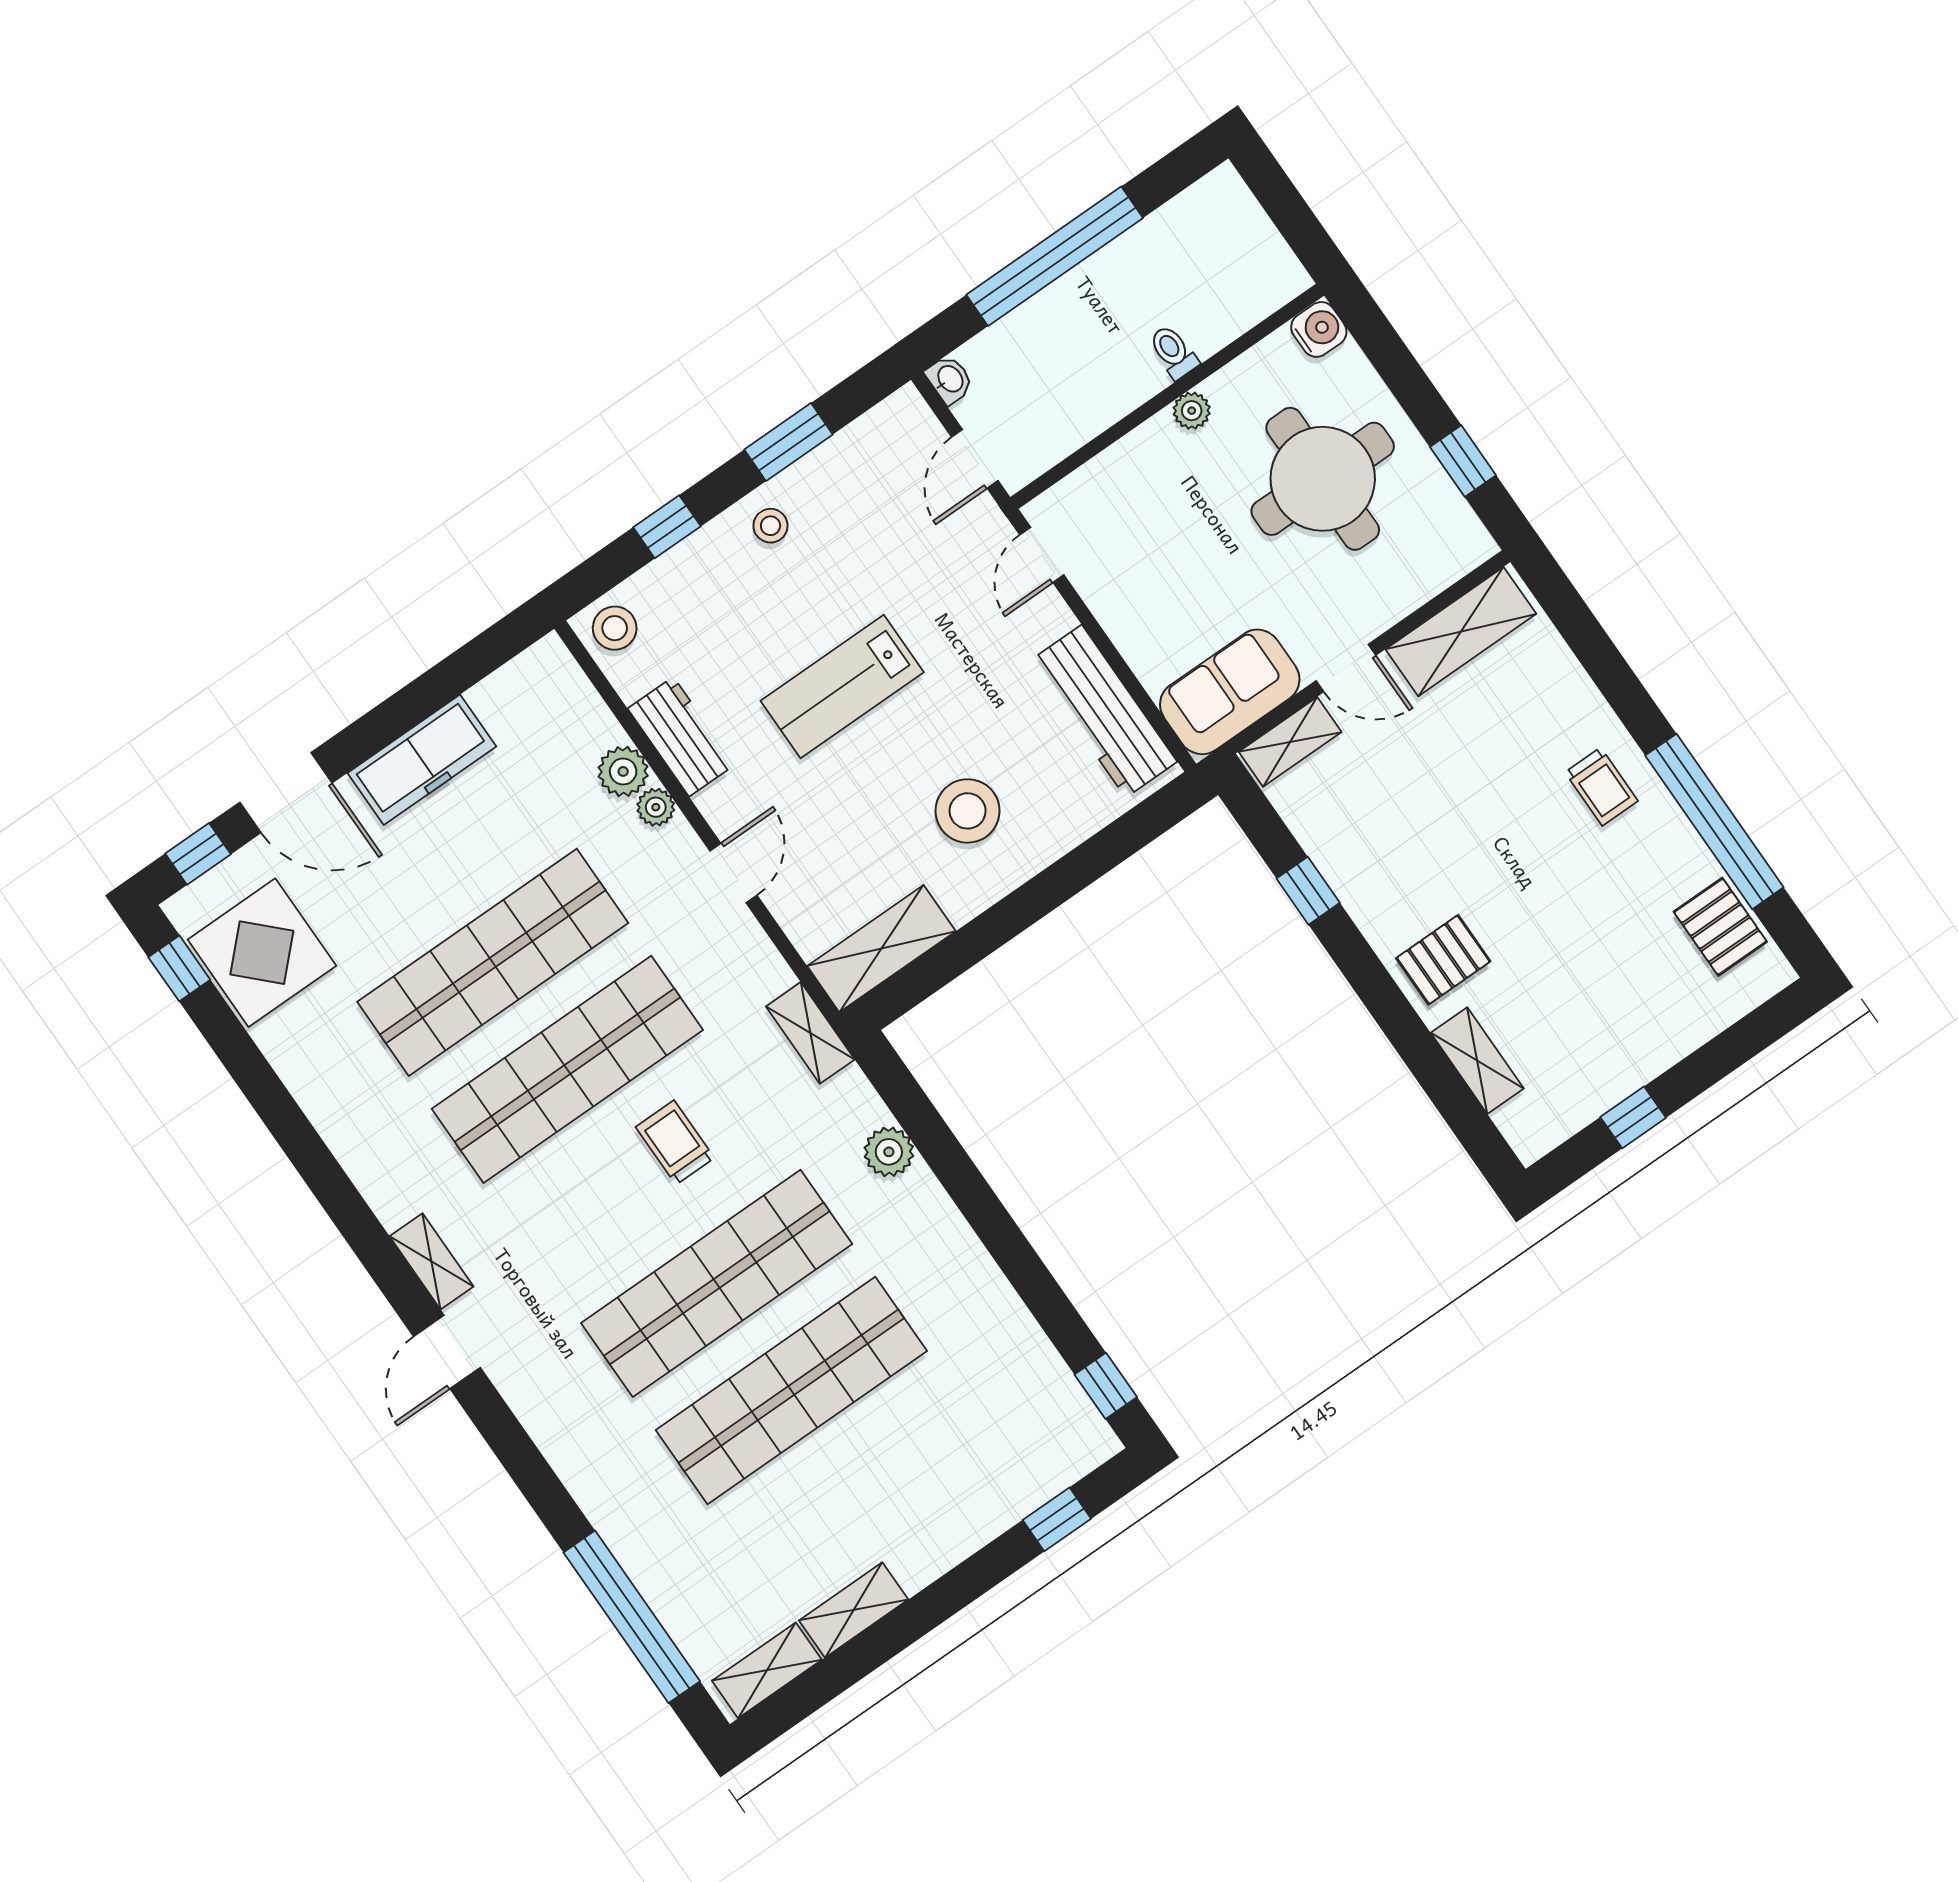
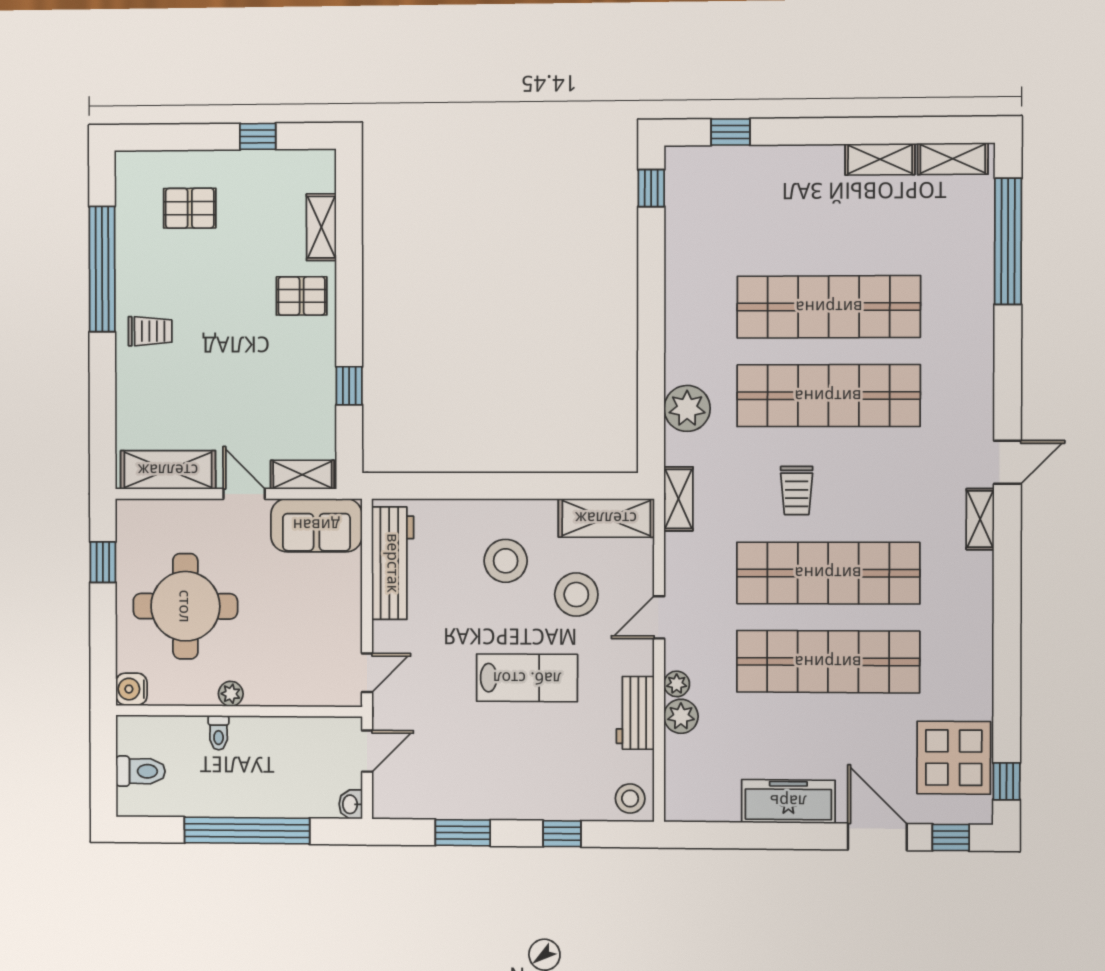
toilet: (1237, 236) -> (141, 771), added
stool: (771, 526) -> (576, 595), moved, width x1.89, depth x1.89
trolley: (1601, 787) -> (150, 331), turned 90
pallet: (1720, 927) -> (190, 208), moved, turned 90
plant: (889, 1152) -> (687, 408), width x1.36, depth x1.36

